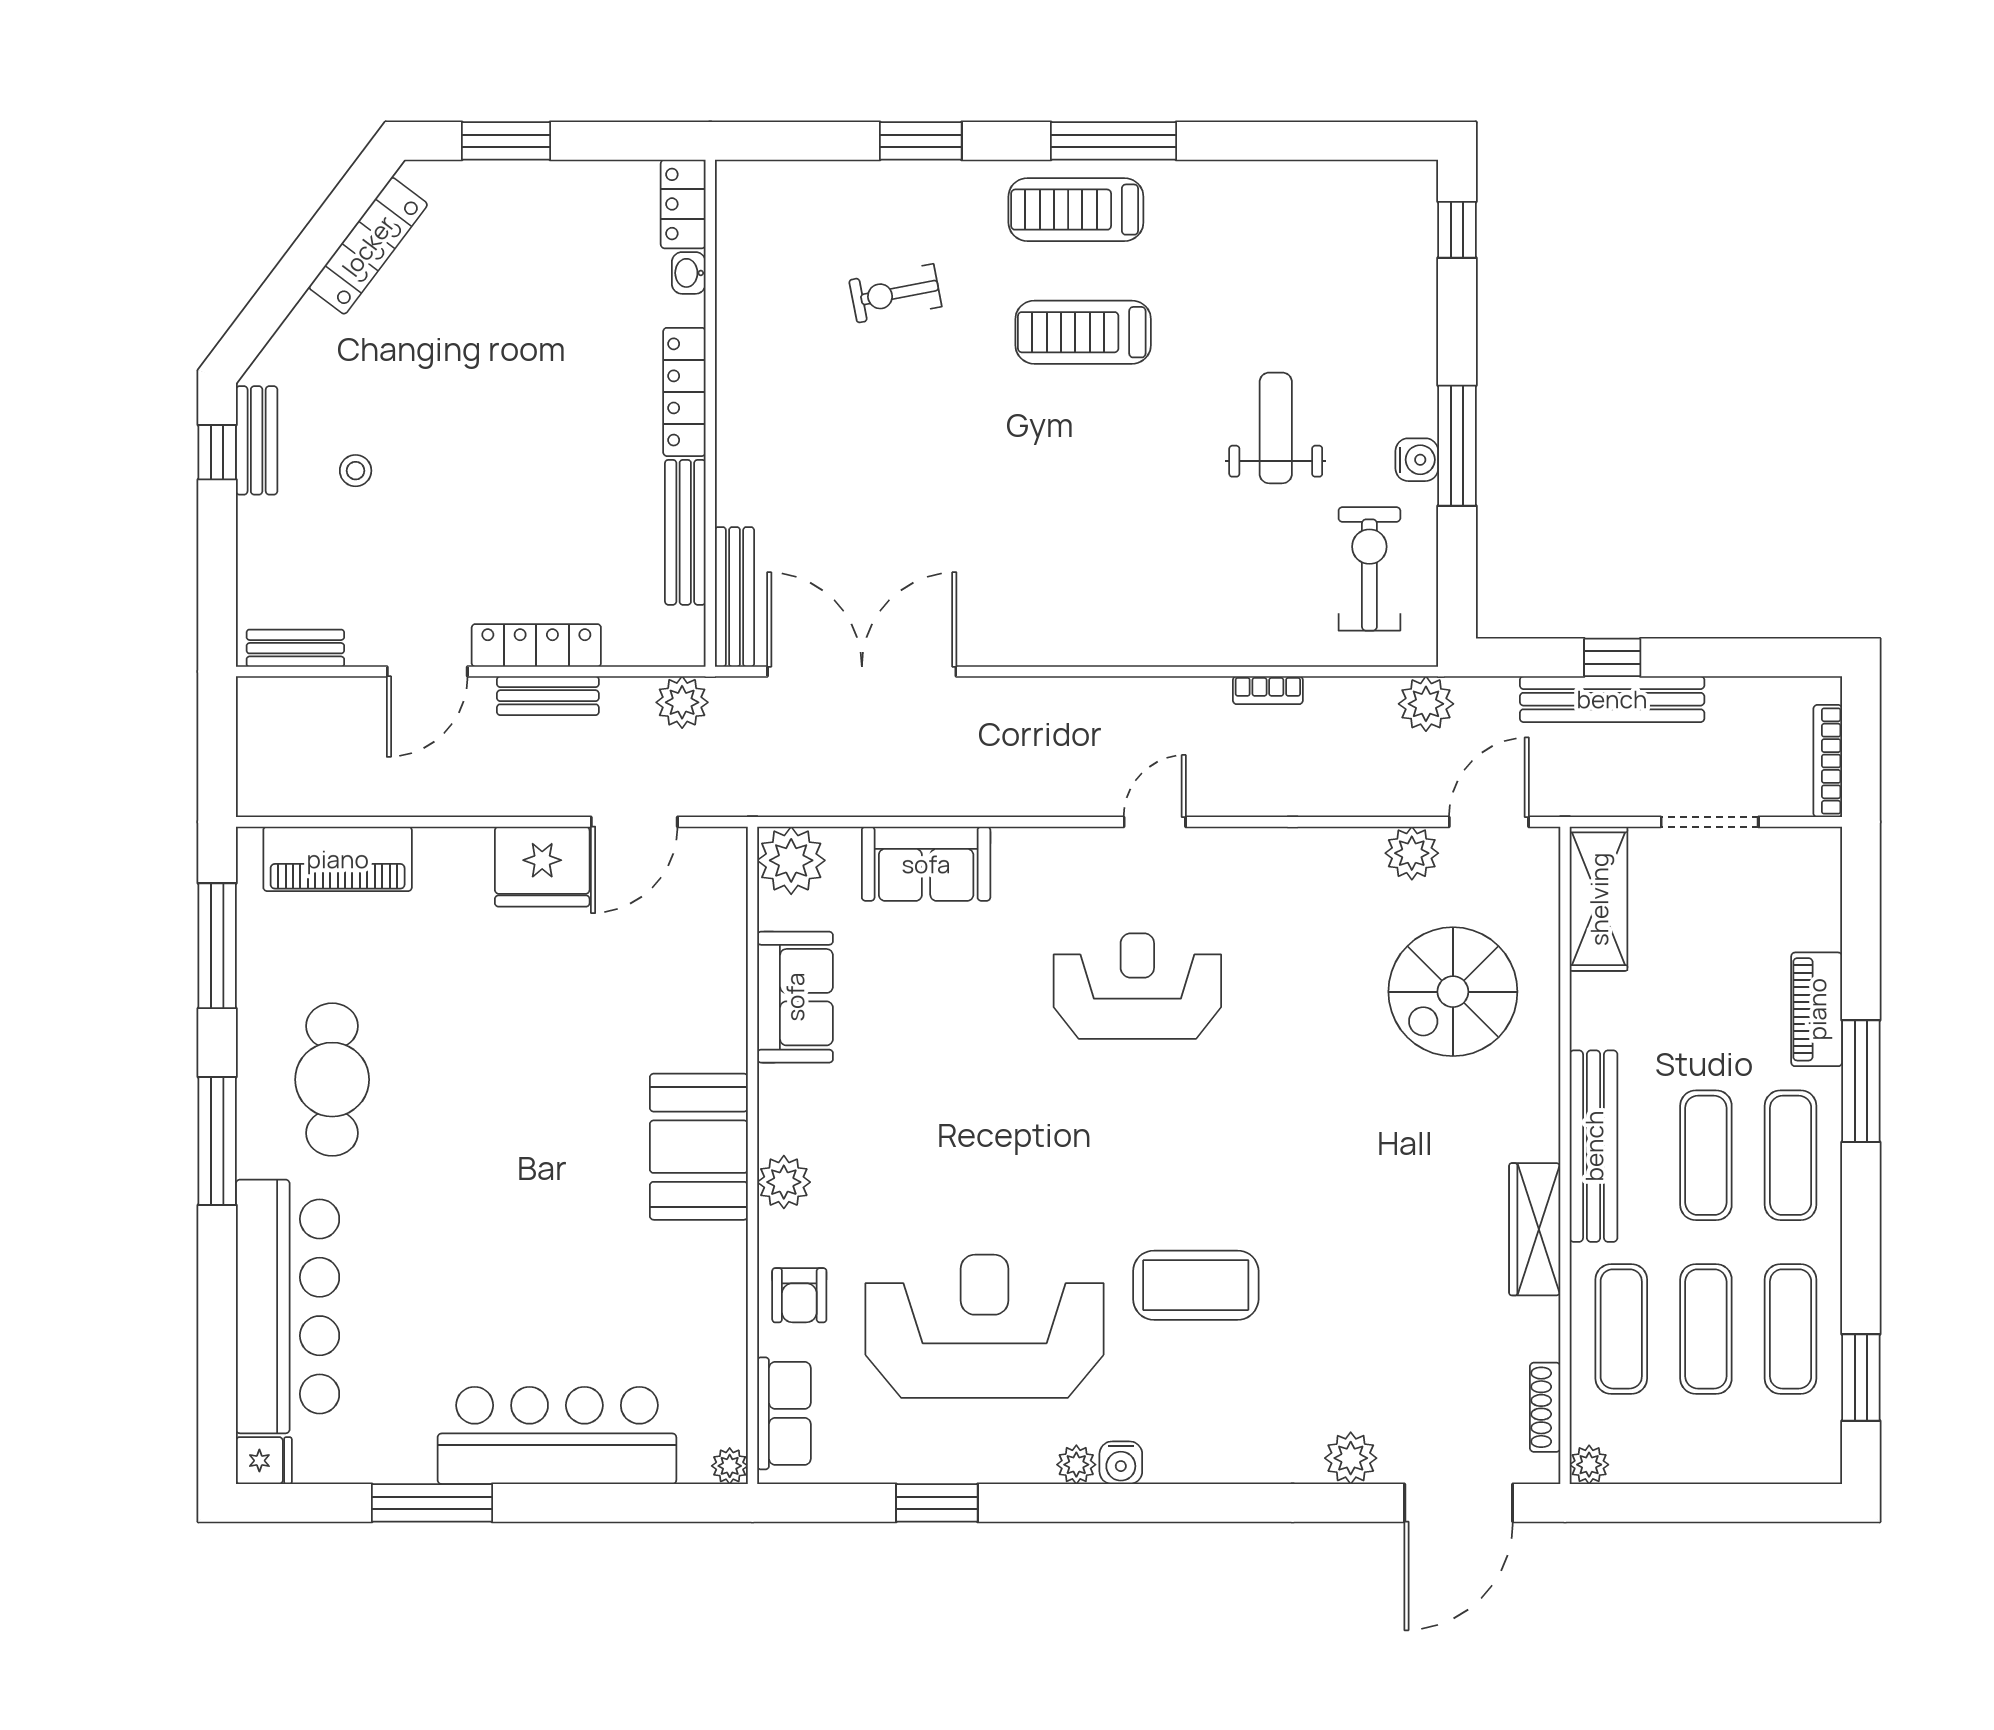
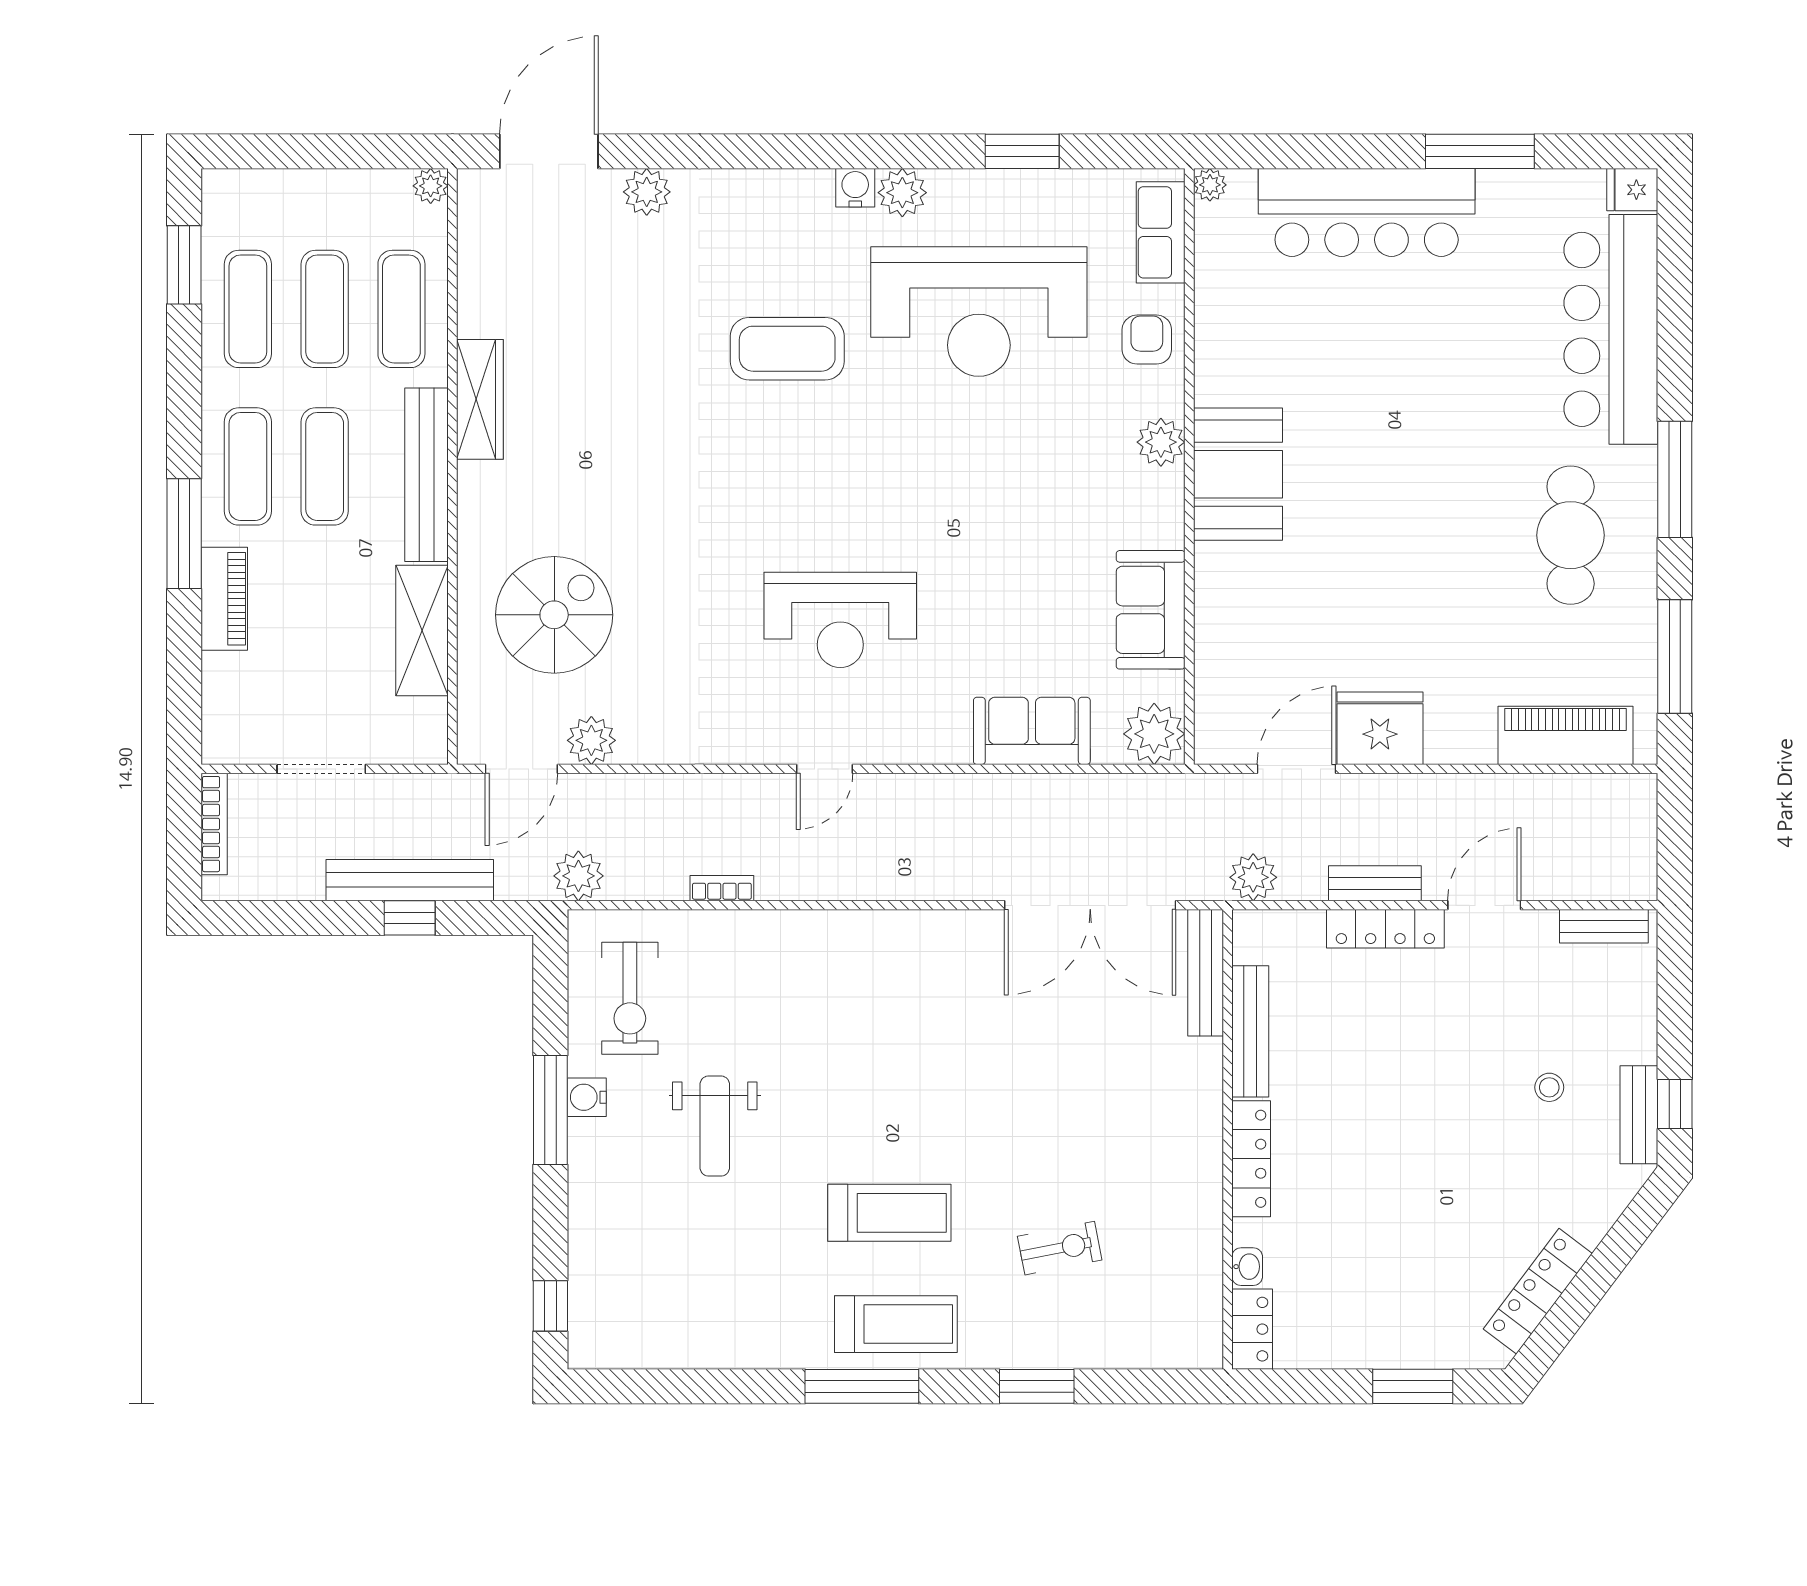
shelving: (1599, 899) -> (422, 630), moved
shoe rack: (1545, 1407) -> (470, 238), removed
plant: (1076, 1465) -> (902, 193), width x1.38, depth x1.38

